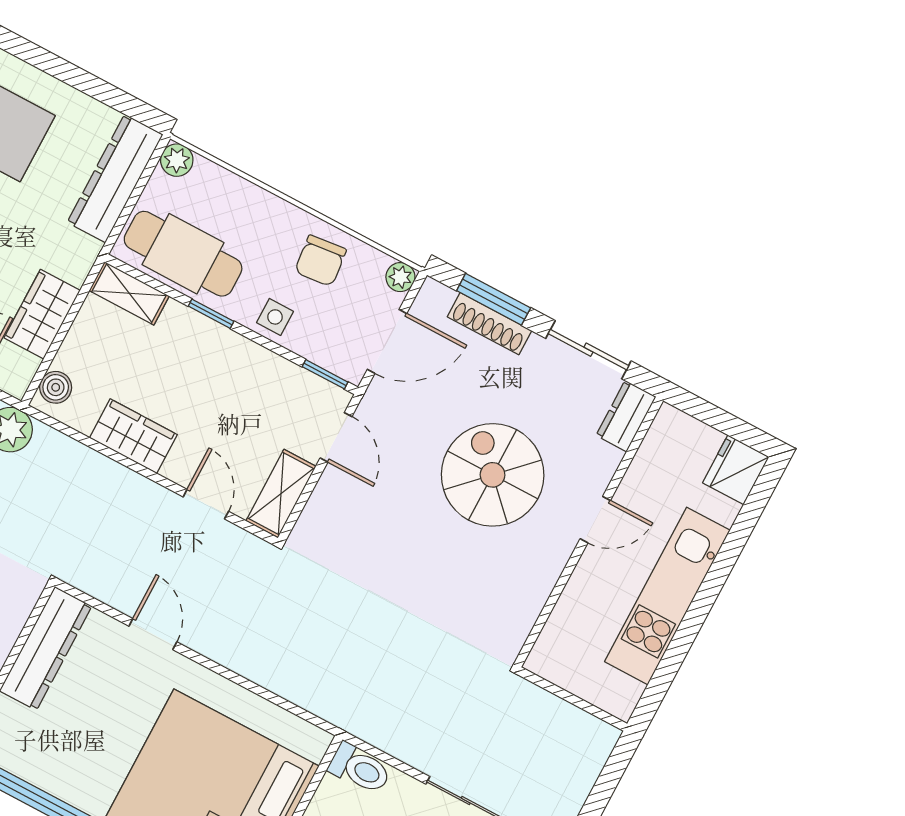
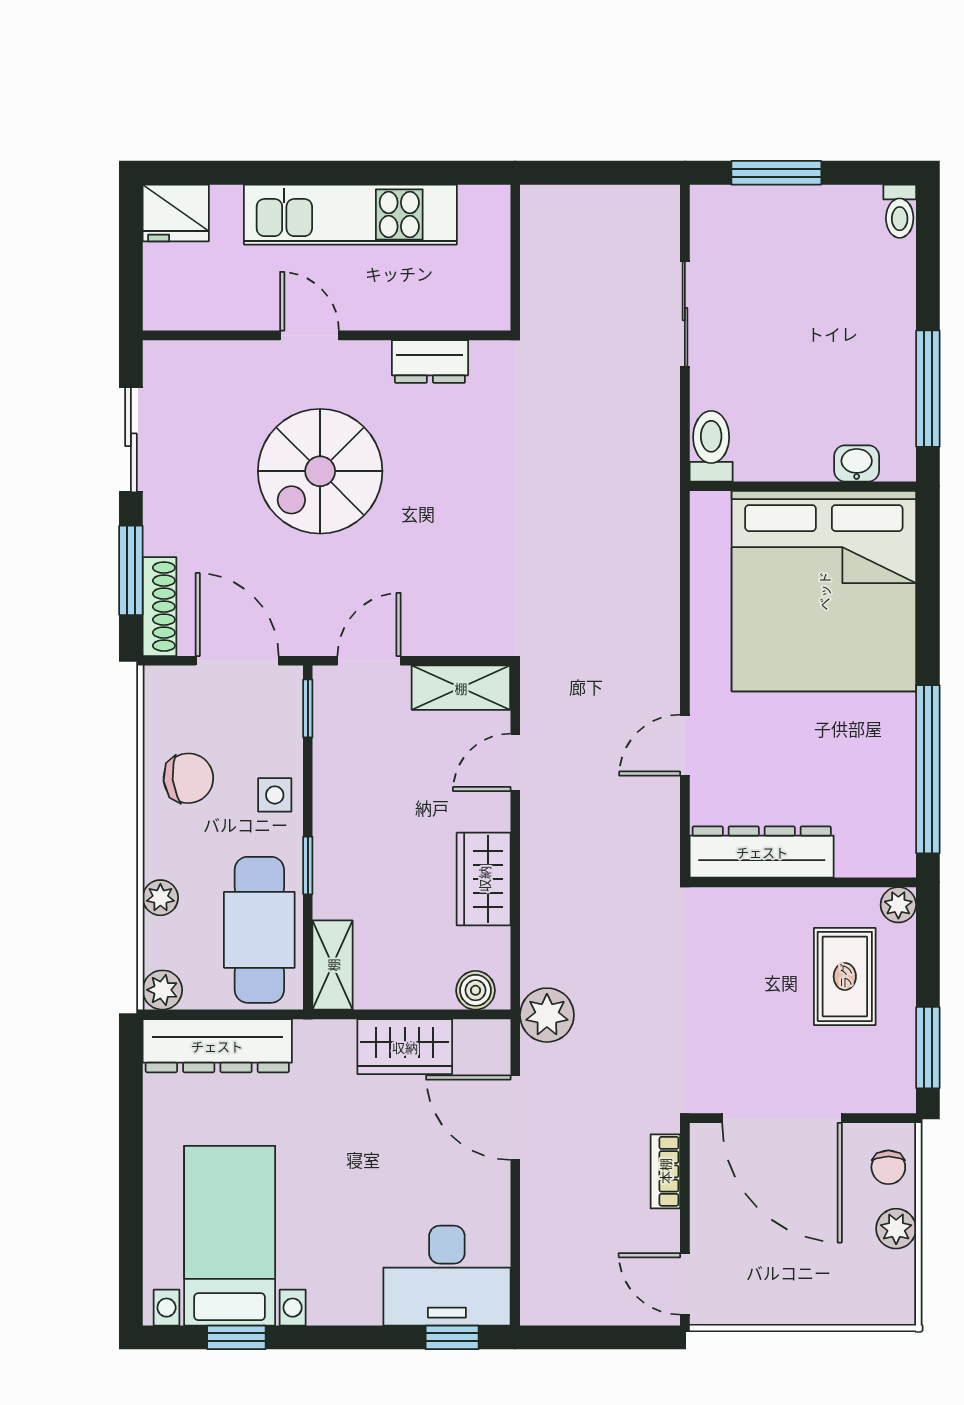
plant: (400, 277) -> (160, 898), moved
shoe rack: (489, 324) -> (160, 607), moved
dresser: (626, 416) -> (430, 362), moved

